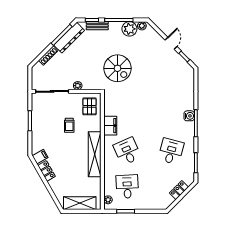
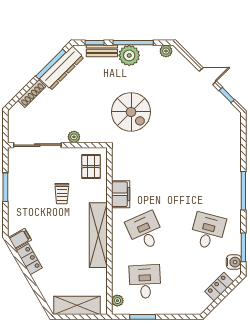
plant: (129, 29) -> (129, 55), moved
door: (171, 43) -> (208, 76), hinge flipped
water cooler: (189, 116) -> (234, 262), moved

